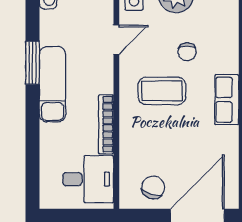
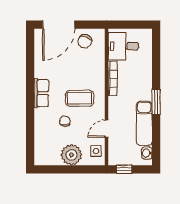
window: (32, 63) -> (156, 102), moved
exam couch: (53, 84) -> (144, 123), moved

